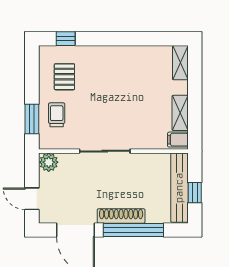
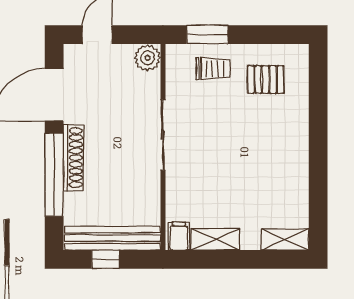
window: (66, 39) -> (318, 81), removed

